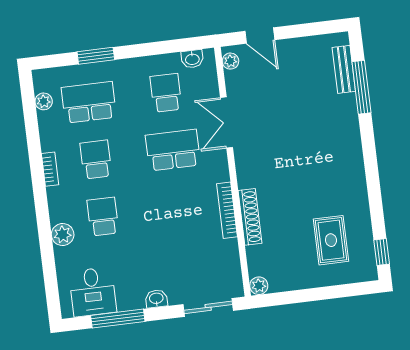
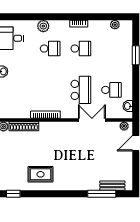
school desk: (89, 102) -> (111, 49), removed
shoe rack: (250, 217) -> (24, 126), moved
rug: (331, 240) -> (40, 174), moved

